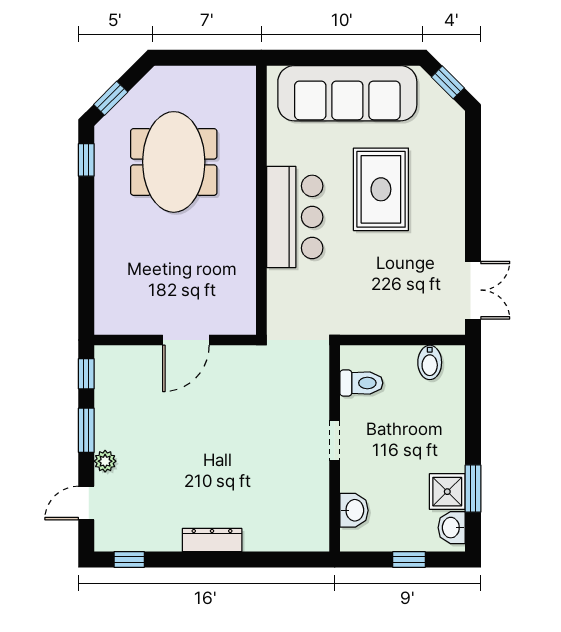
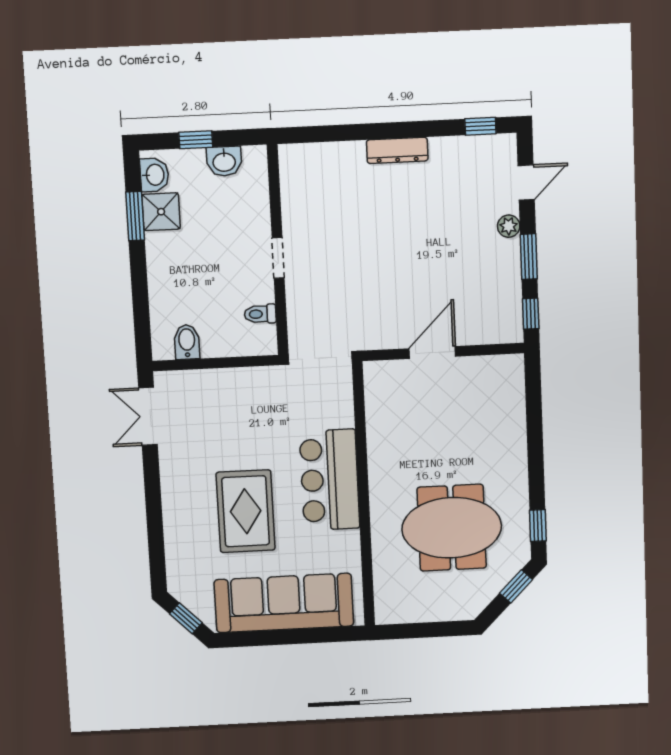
meeting table: (174, 162) -> (452, 528), turned 90
toilet: (361, 383) -> (260, 314), width x0.73, depth x0.72
washbasin: (354, 510) -> (224, 161), moved, turned -90

